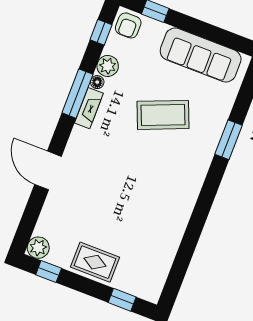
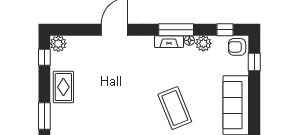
coffee table: (163, 115) -> (175, 108), moved
window: (122, 300) -> (44, 116), width x1.50

